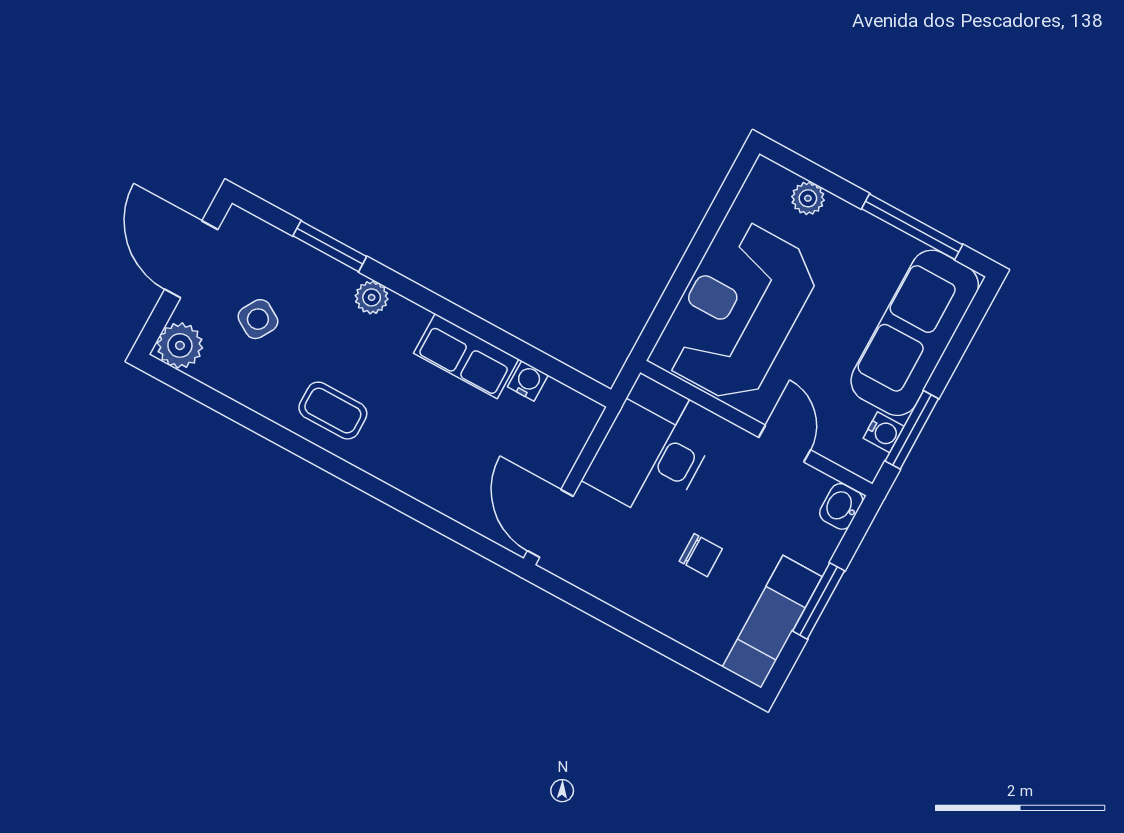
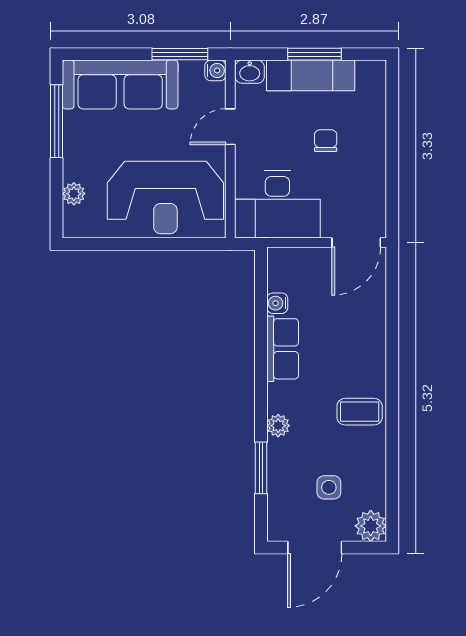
side table: (258, 319) -> (329, 487), turned -31
coffee table: (333, 411) -> (360, 412), turned 90
water cooler: (884, 432) -> (215, 70), moved, turned 90
exam couch: (772, 622) -> (311, 75), moved

